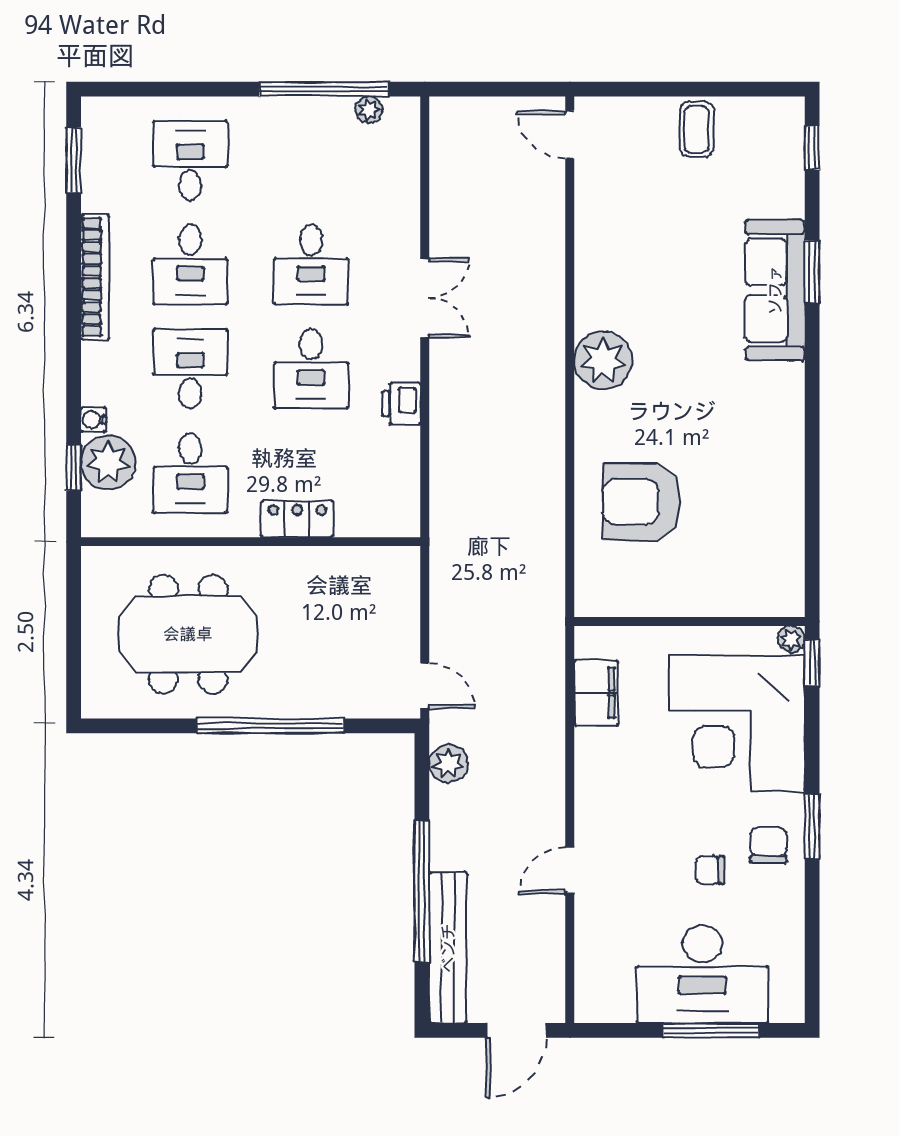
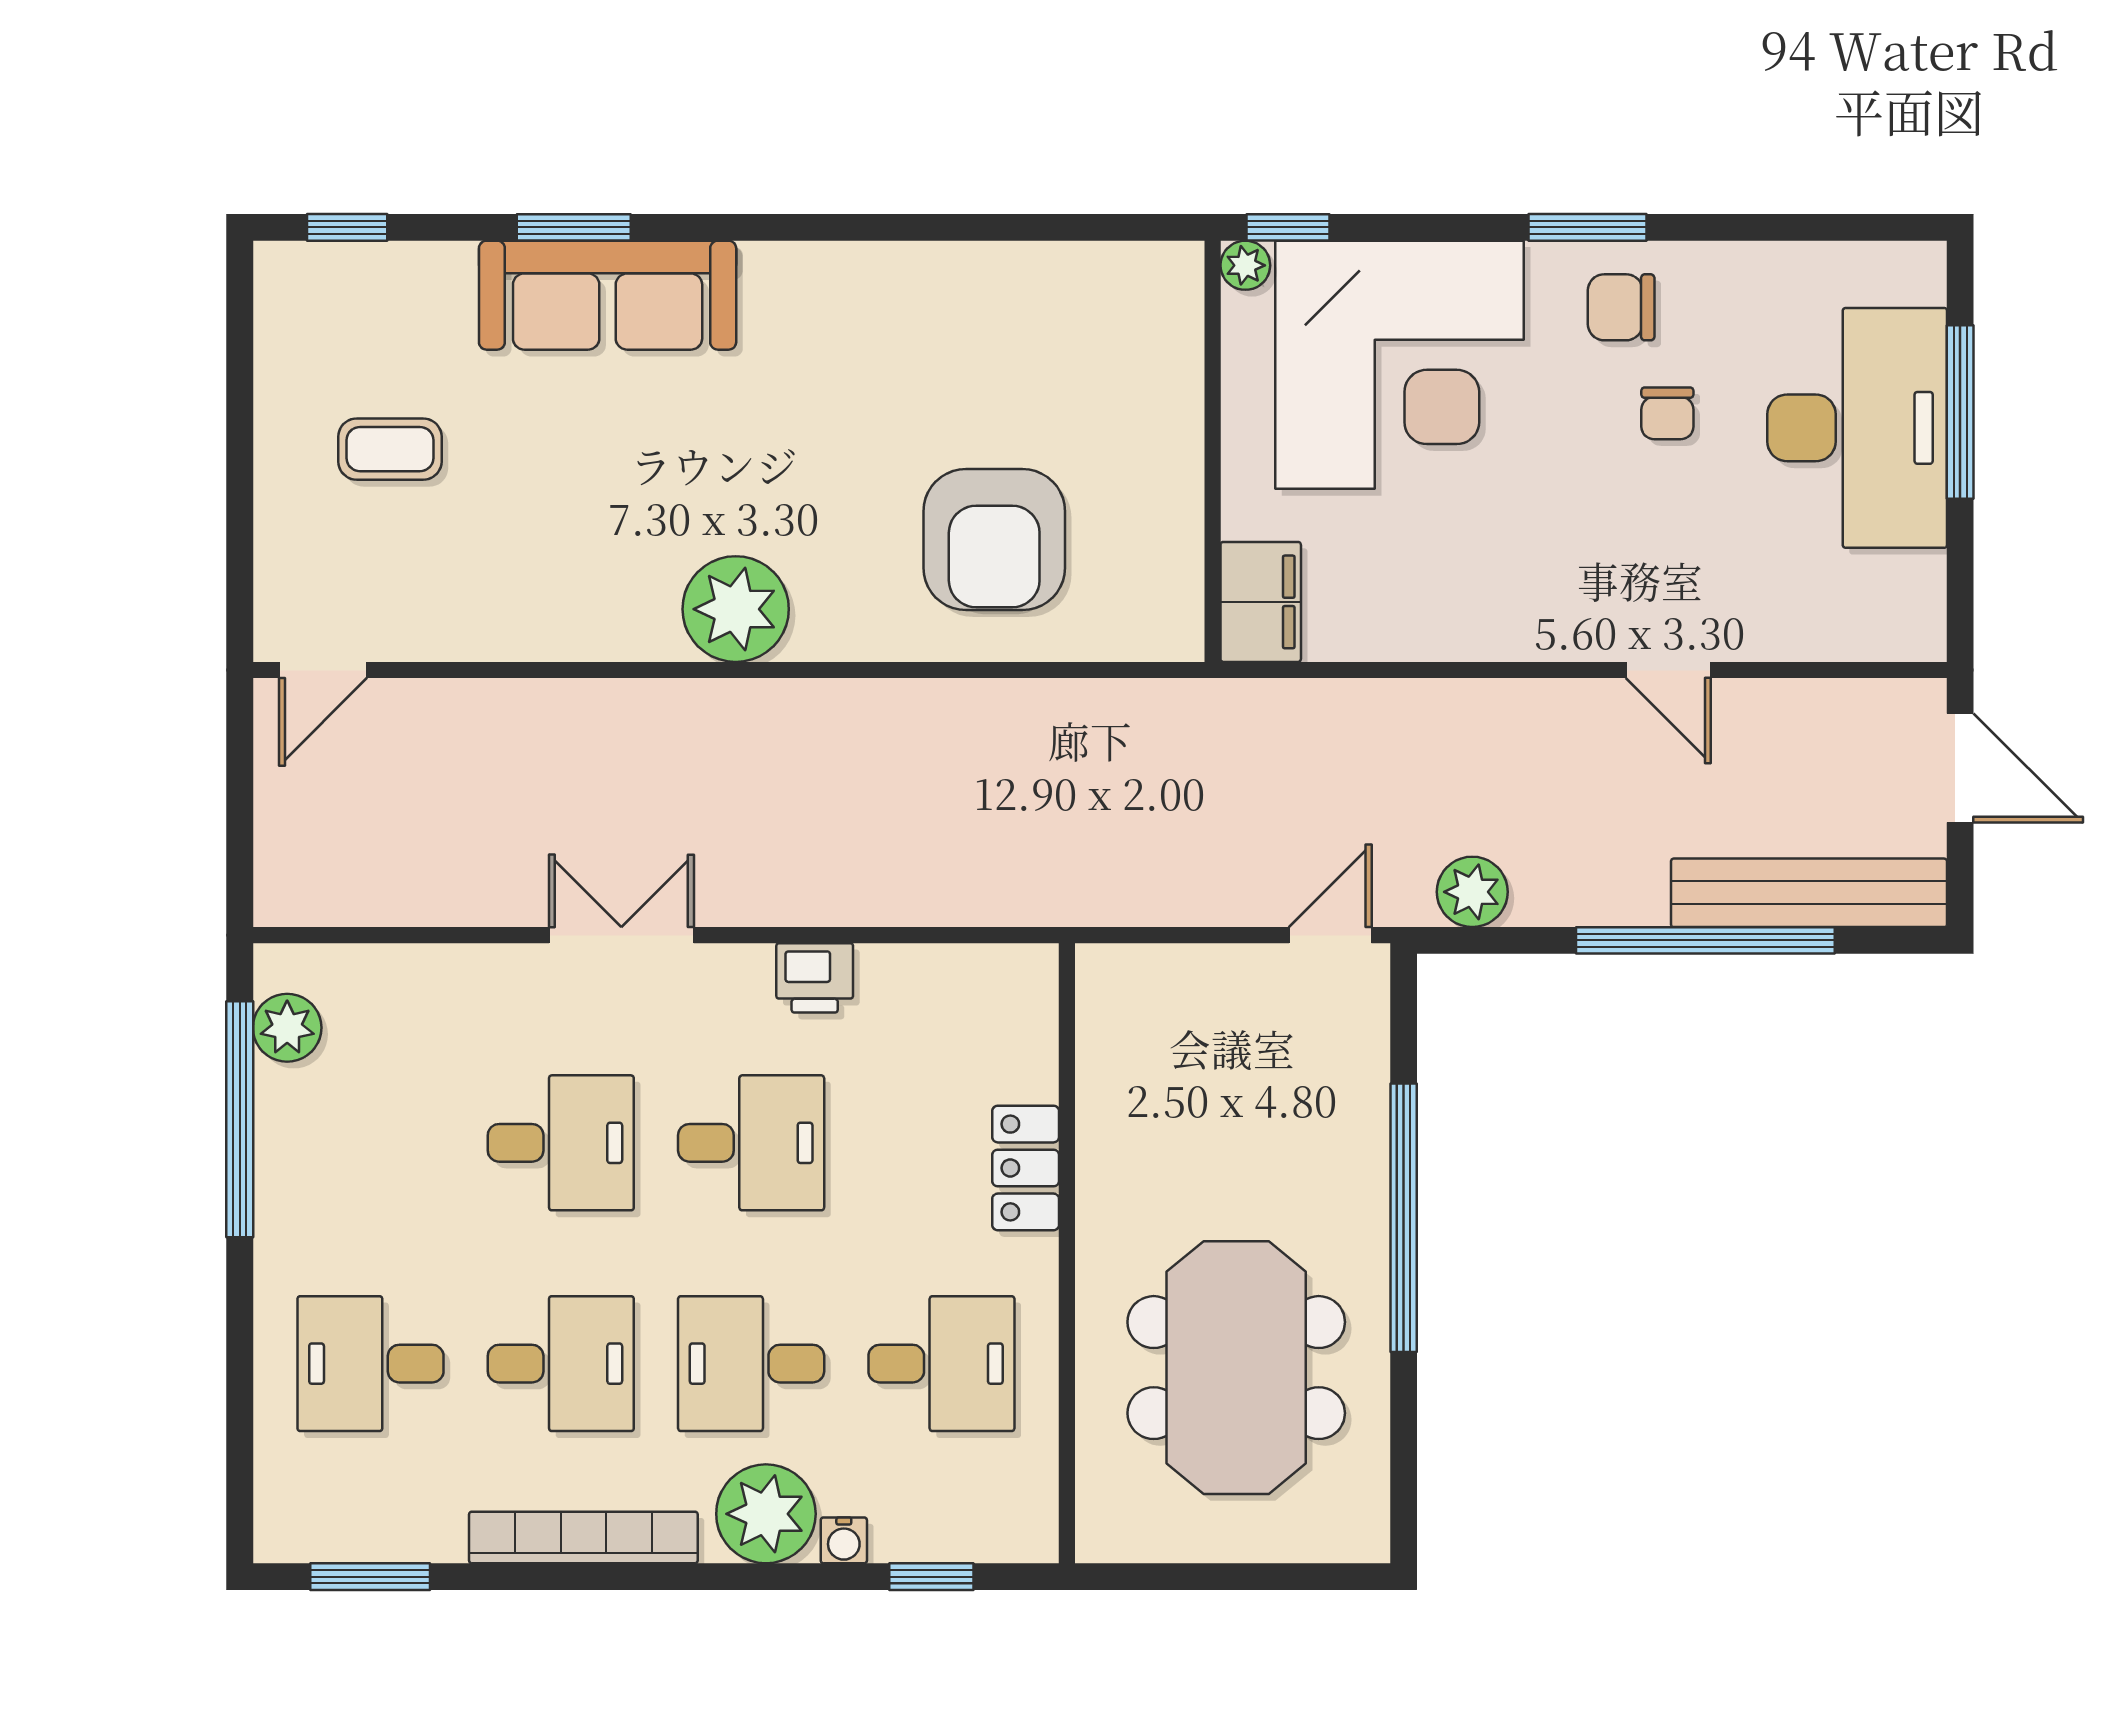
plant: (369, 110) -> (287, 1028), width x1.38, depth x1.38
coffee table: (697, 129) -> (390, 449), moved
plant: (108, 462) -> (766, 1514), moved
filing cabinet: (596, 693) -> (1261, 602), moved, turned 90

